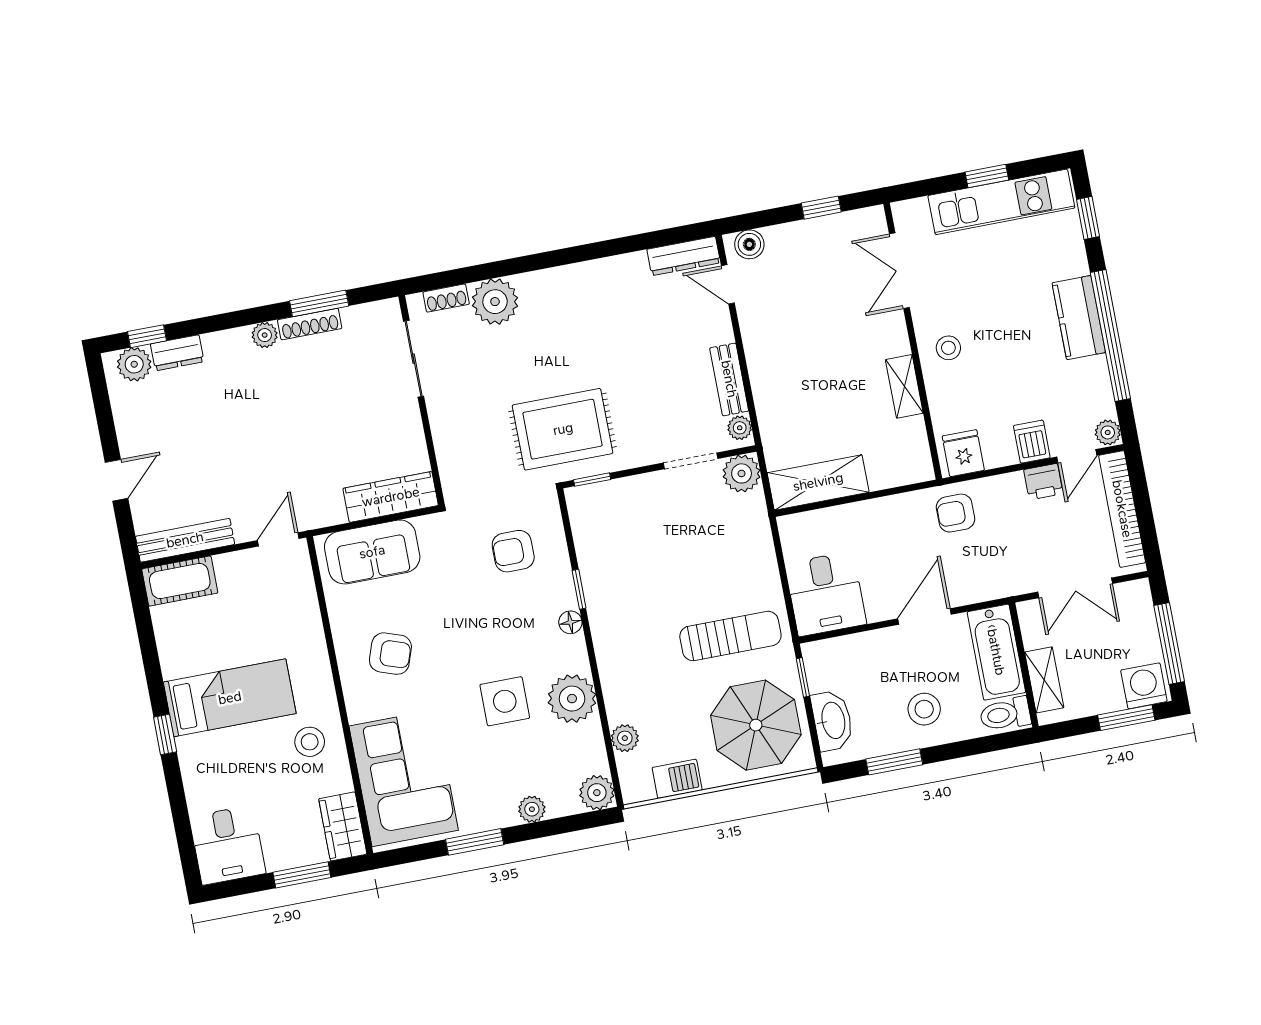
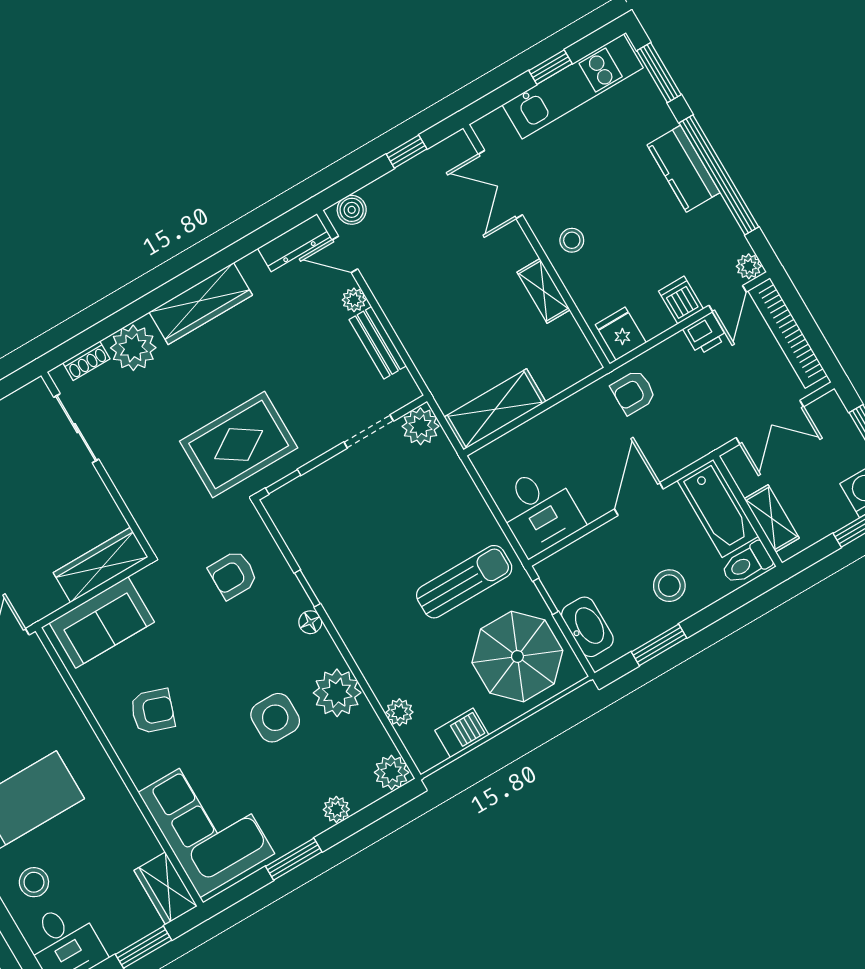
window: (1088, 218) -> (659, 73), width x1.50
wardrobe: (574, 282) -> (201, 304), added
plant: (740, 428) -> (354, 300), moved
stool: (310, 742) -> (34, 882), moved

